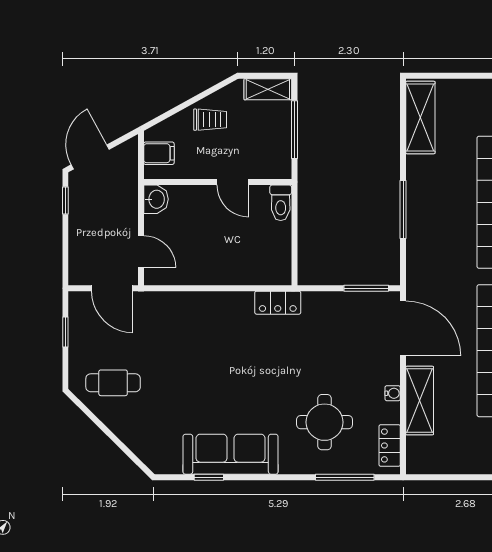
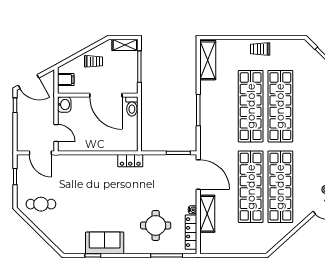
door: (90, 157) -> (29, 82), swing flipped
door: (233, 182) -> (106, 95), width x1.88
locker: (390, 446) -> (191, 232), width x1.53
sofa: (231, 454) -> (105, 243), width x0.73

